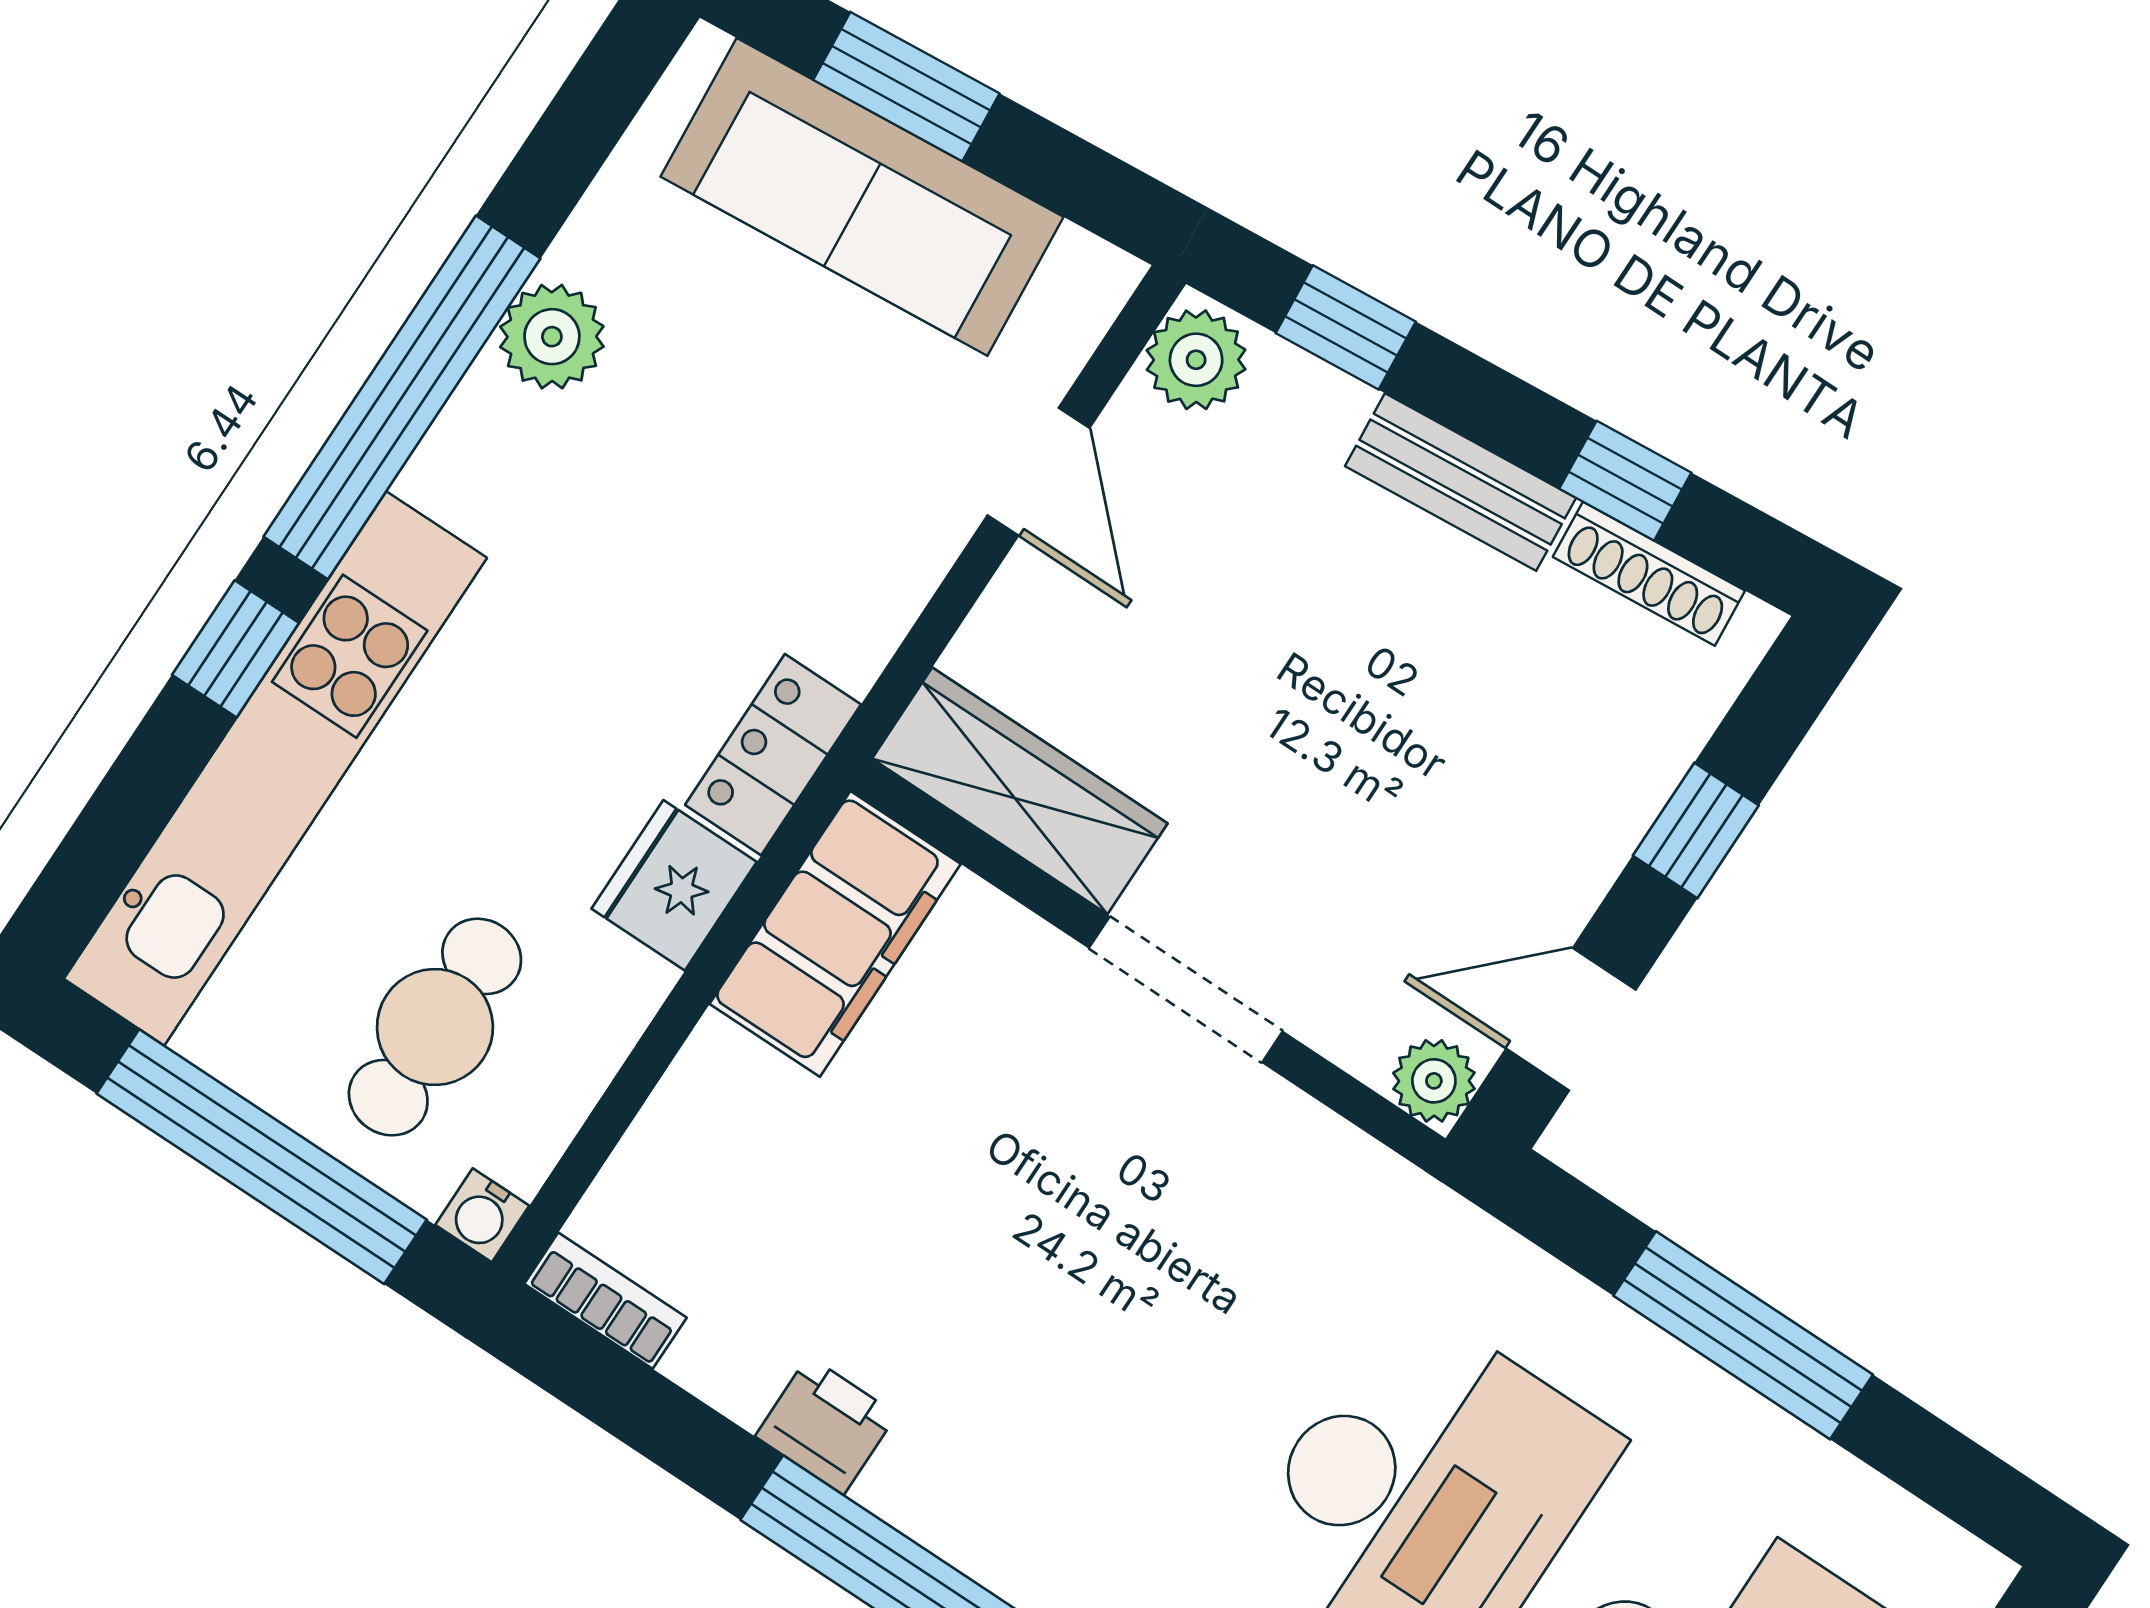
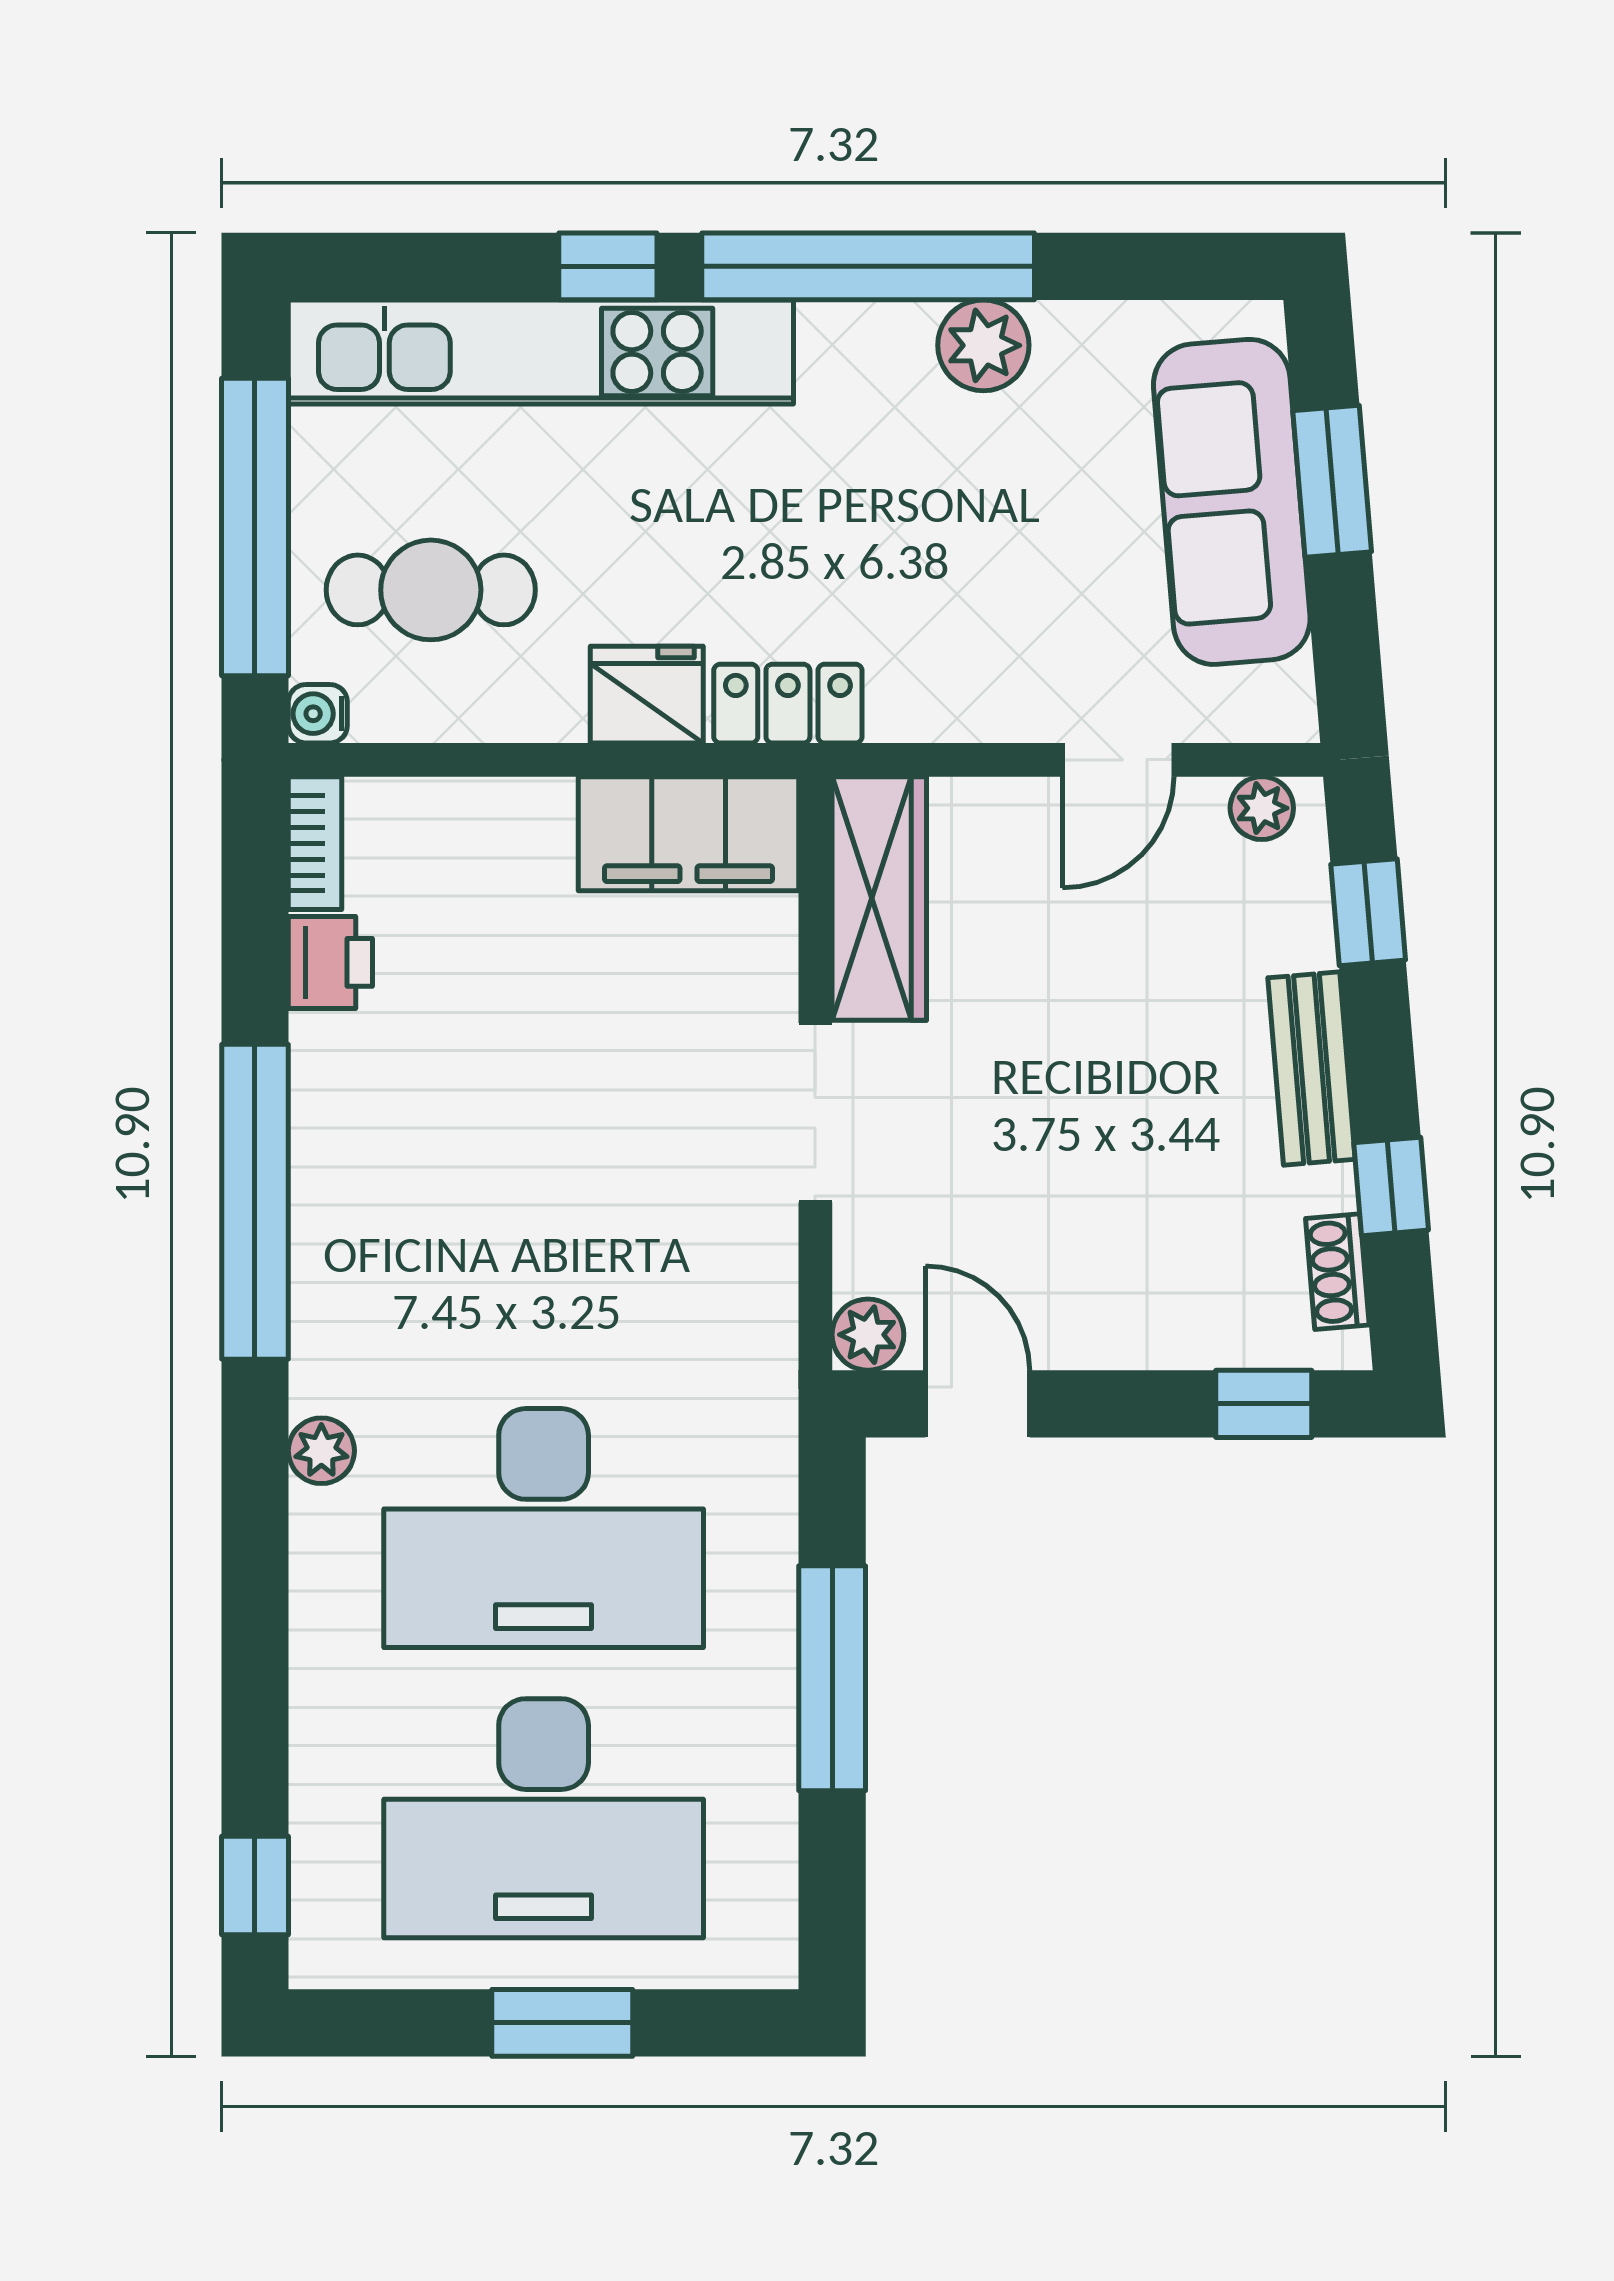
plant: (1196, 360) -> (1262, 808), width x0.73, depth x0.73
shoe rack: (1649, 574) -> (1337, 1272), width x0.70
window: (1696, 831) -> (1264, 1404), moved
printer: (826, 1425) -> (330, 962), moved

